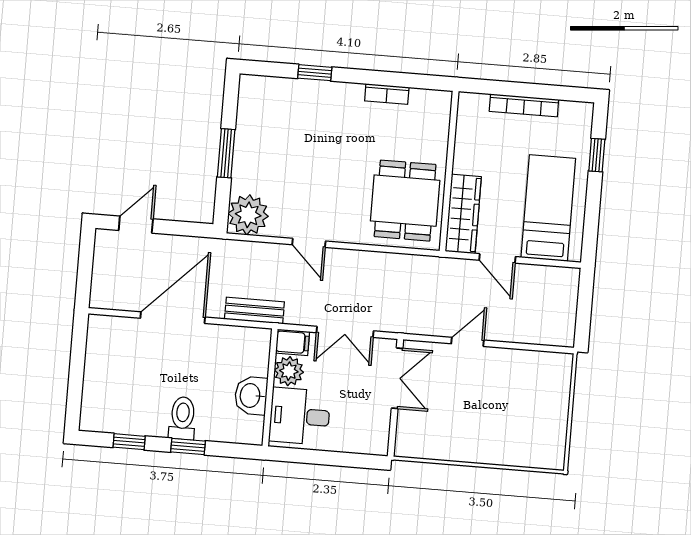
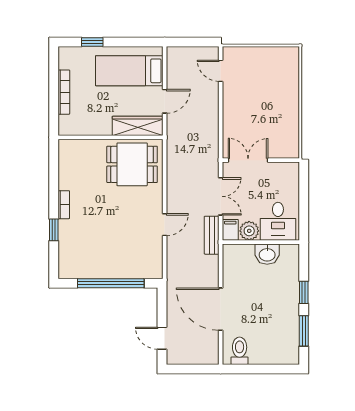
bookcase: (387, 94) -> (64, 205), moved
window: (226, 153) -> (111, 283), width x2.11
plant: (248, 215) -> (150, 266), removed
bench: (254, 311) -> (212, 235), moved
door: (468, 342) -> (221, 71), moved
toilet: (182, 418) -> (240, 351), moved, turned 90
window: (129, 442) -> (304, 331), width x1.50

